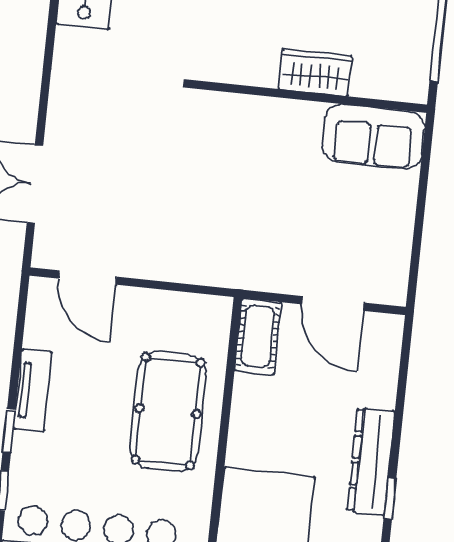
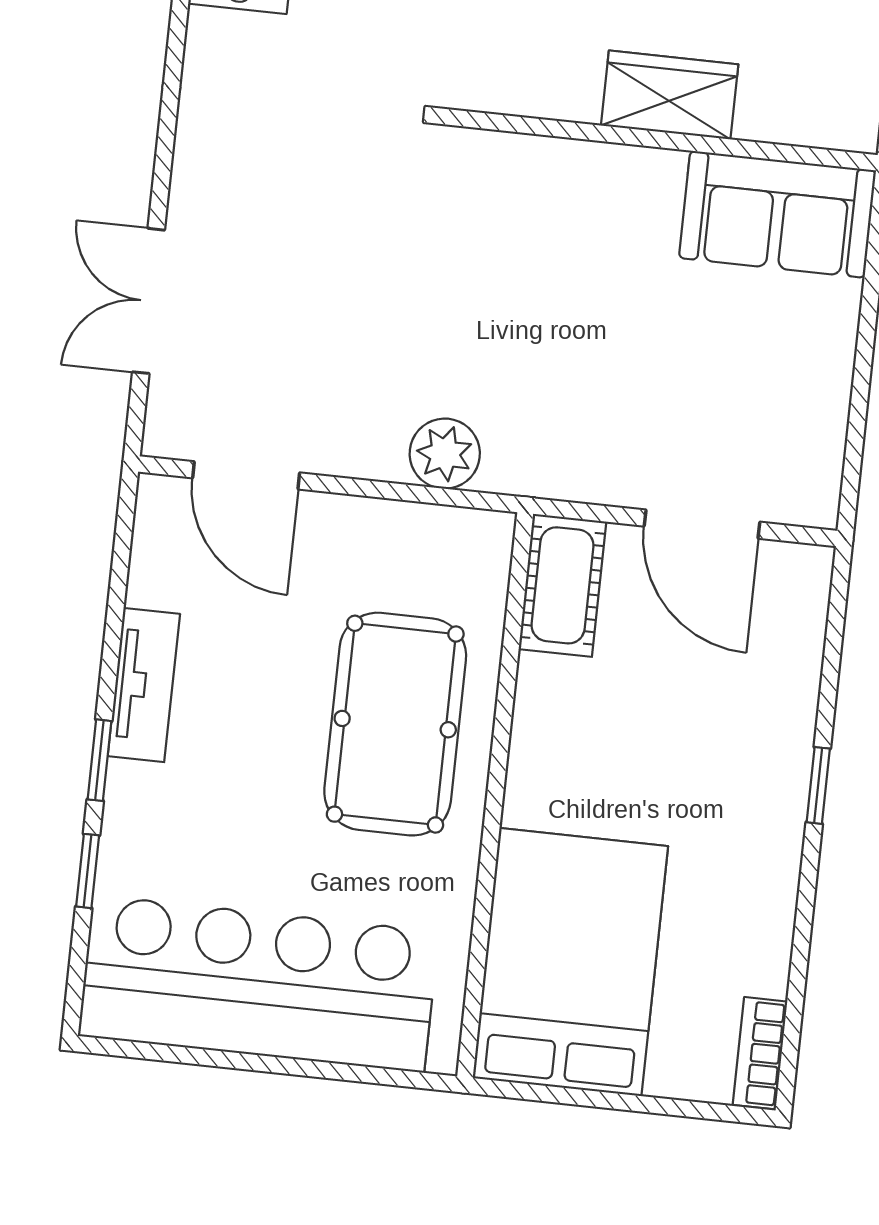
plant: (194, 266) -> (445, 454), added
dresser: (371, 461) -> (772, 818), removed
window: (390, 499) -> (818, 785), moved

